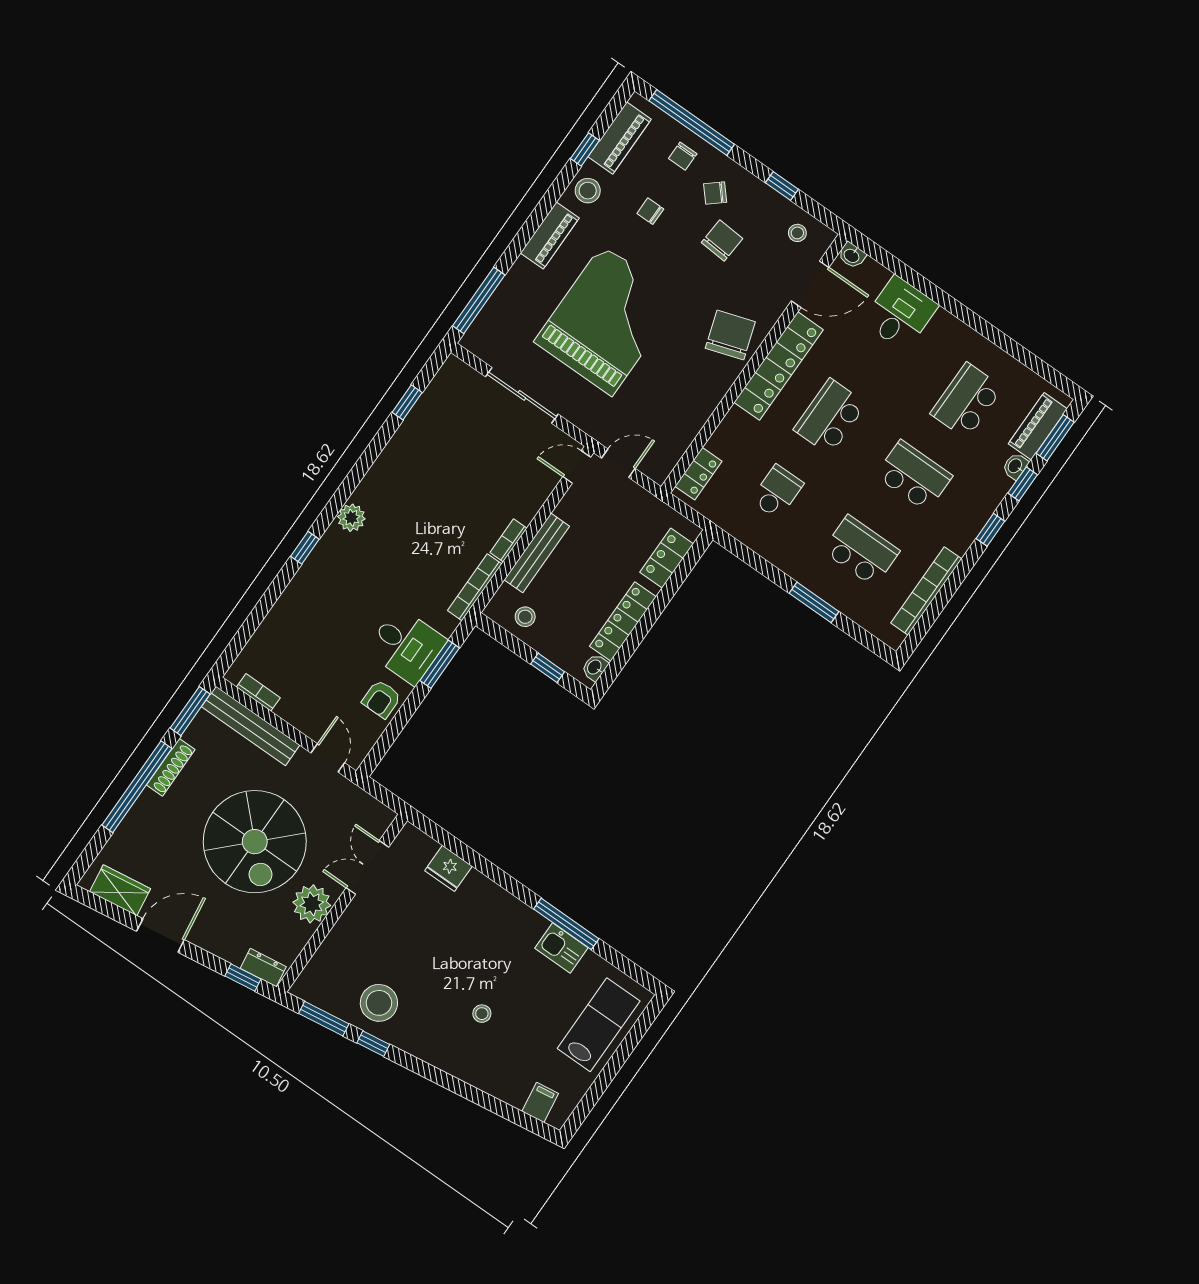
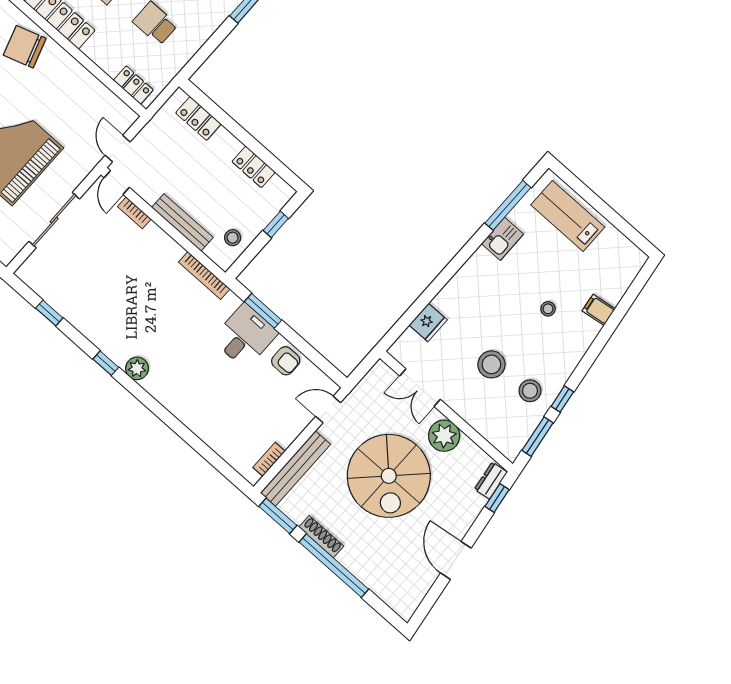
bookcase: (508, 540) -> (134, 213), moved
window: (305, 548) -> (106, 363), moved
locker: (623, 621) -> (254, 167), width x0.66
washbasin: (595, 667) -> (280, 186), removed
spiral stairs: (255, 842) -> (389, 476), turned 90
wardrobe: (120, 890) -> (416, 589), removed
window: (566, 924) -> (508, 205), moved
stool: (406, 952) -> (491, 364), added
stool: (379, 1003) -> (530, 391), width x0.73, depth x0.73
filing cabinet: (540, 1102) -> (599, 310), moved

